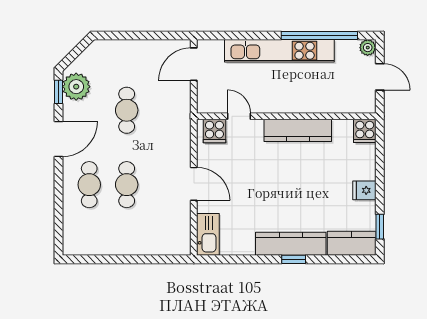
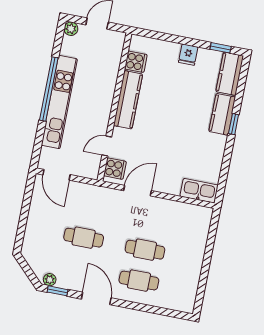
window: (319, 36) -> (49, 89), moved
plant: (76, 87) -> (50, 280), width x0.53, depth x0.53
cooker: (365, 131) -> (136, 62), moved
door: (194, 184) -> (137, 191), moved
kitchen counter: (291, 244) -> (222, 114), width x0.67

